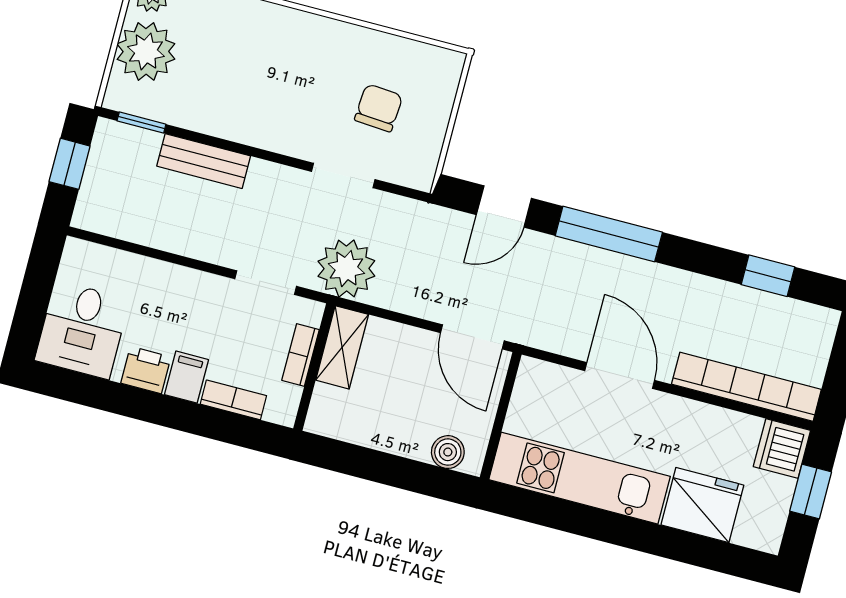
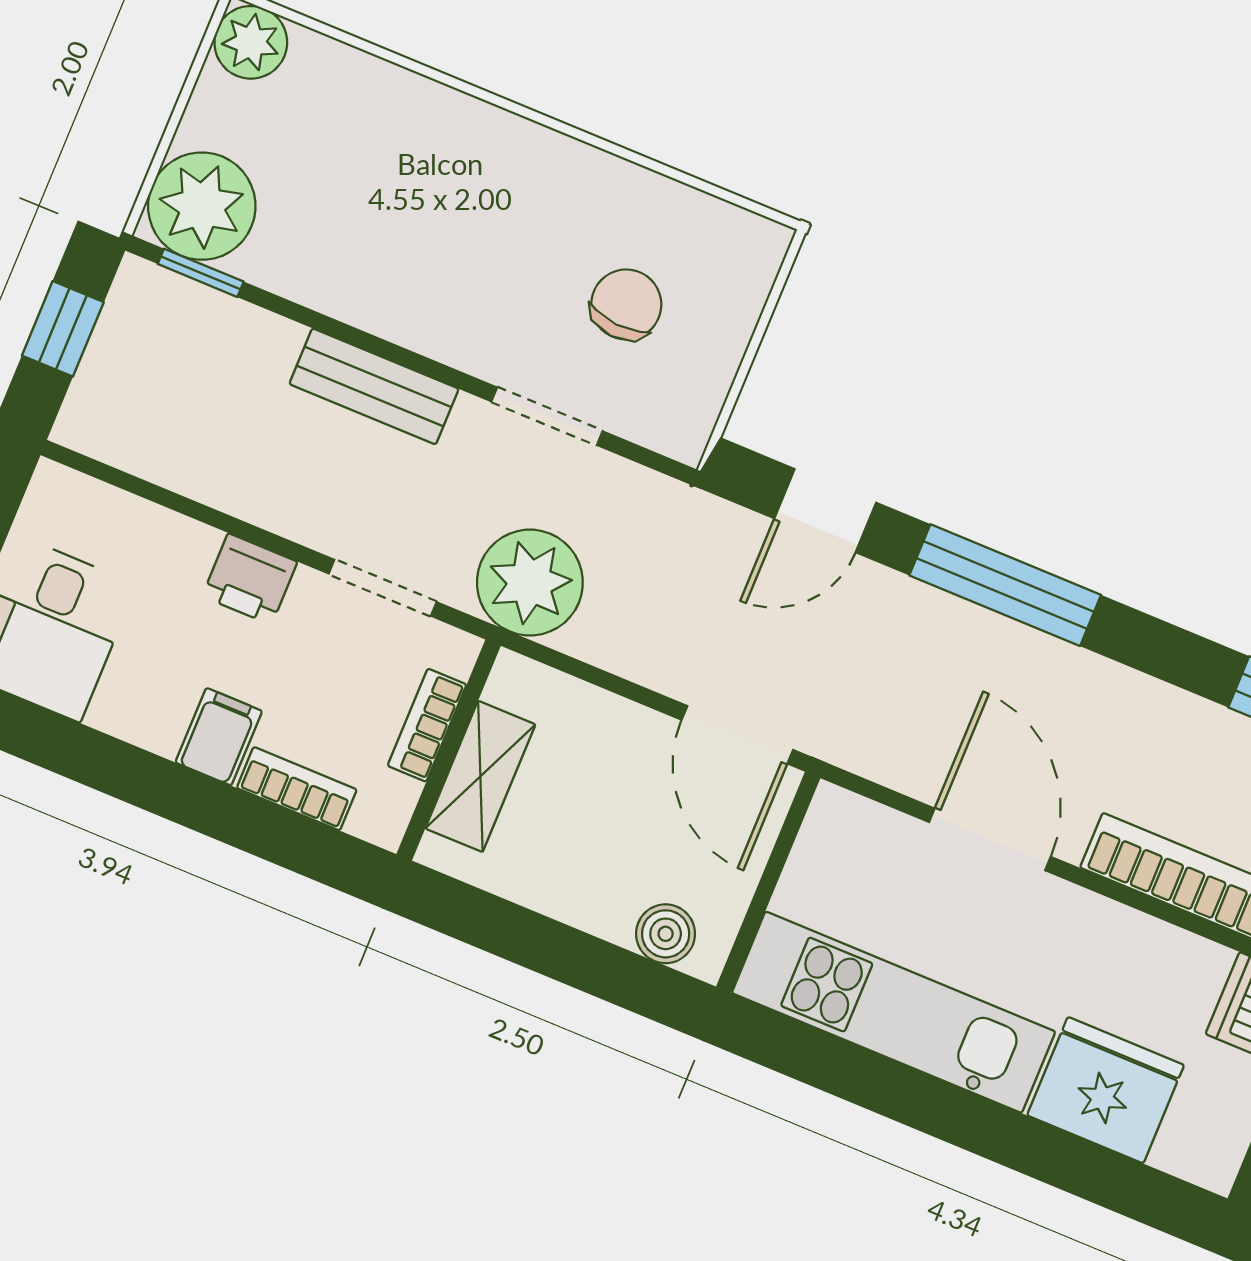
plant: (146, 51) -> (202, 206), moved
bench: (204, 161) -> (374, 386), moved
shelving: (342, 347) -> (480, 776), moved
printer: (146, 370) -> (250, 579), moved, turned 180

